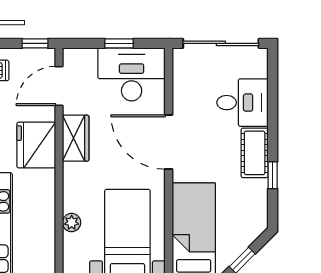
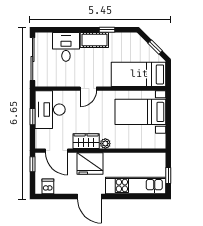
door: (169, 142) -> (88, 89), width x0.53
plant: (72, 223) -> (105, 144), moved

